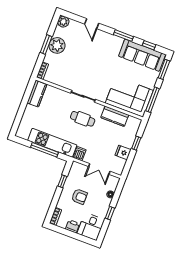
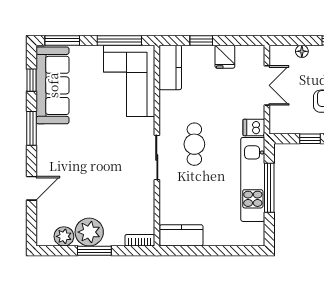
plant: (63, 22) -> (64, 236), moved
kitchen counter: (115, 116) -> (170, 67), moved

